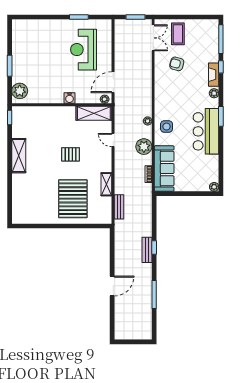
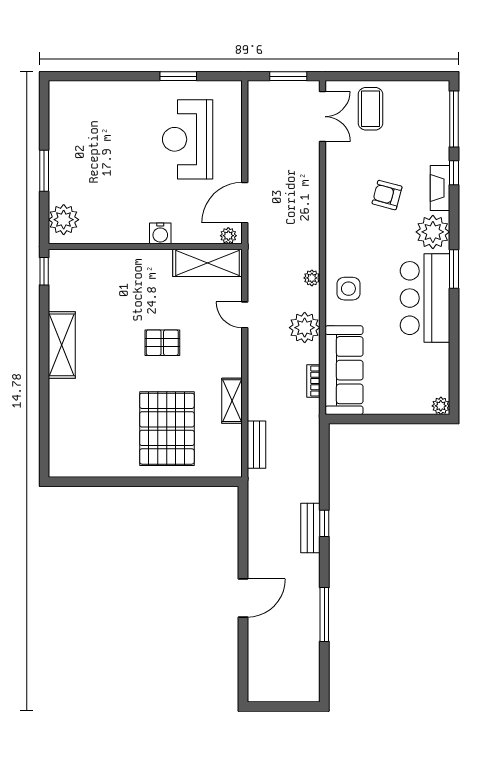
armchair: (177, 64) -> (387, 195), moved
plant: (214, 93) -> (433, 232), width x1.88, depth x1.88

